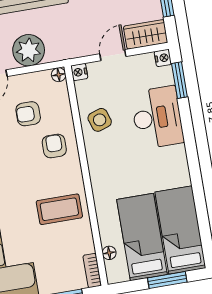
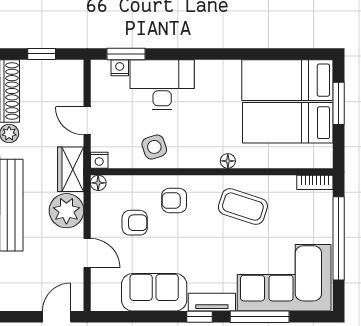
wardrobe: (146, 34) -> (71, 169), moved
nightstand: (163, 58) -> (120, 68), moved
armchair: (28, 114) -> (135, 223), turned -90
coffee table: (59, 209) -> (243, 207), turned -72
floor lamp: (109, 253) -> (228, 161), moved

